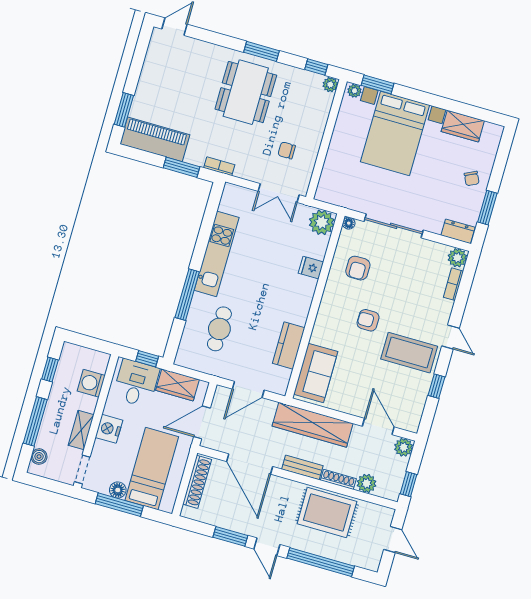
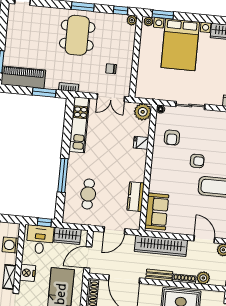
sliding door: (394, 226) -> (190, 105), width x0.73
kitchen unit: (217, 254) -> (79, 125), moved
armchair: (368, 320) -> (197, 161), moved, turned 180

